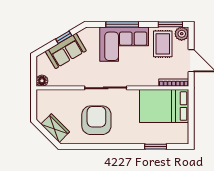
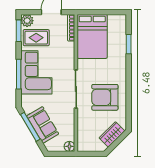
window: (64, 37) -> (30, 127), width x2.17

